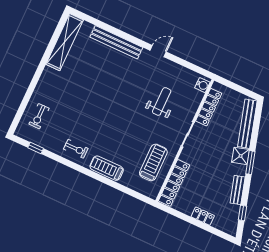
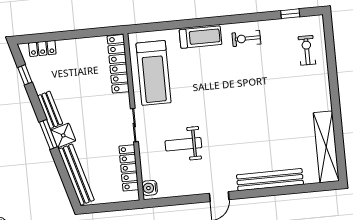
weight bench: (162, 101) -> (183, 144), turned 90
treadmill: (153, 162) -> (154, 73), width x1.37, depth x1.38
bench: (238, 190) -> (50, 110), moved
locker: (203, 216) -> (42, 48), moved

